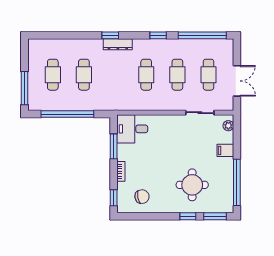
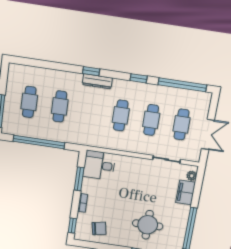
filing cabinet: (225, 150) -> (186, 192), width x2.00

